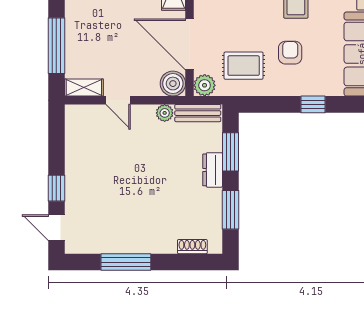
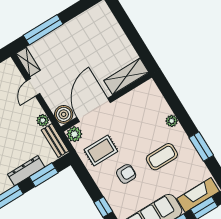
rug: (244, 66) -> (101, 151), turned 90
dresser: (213, 170) -> (26, 171), width x1.44

